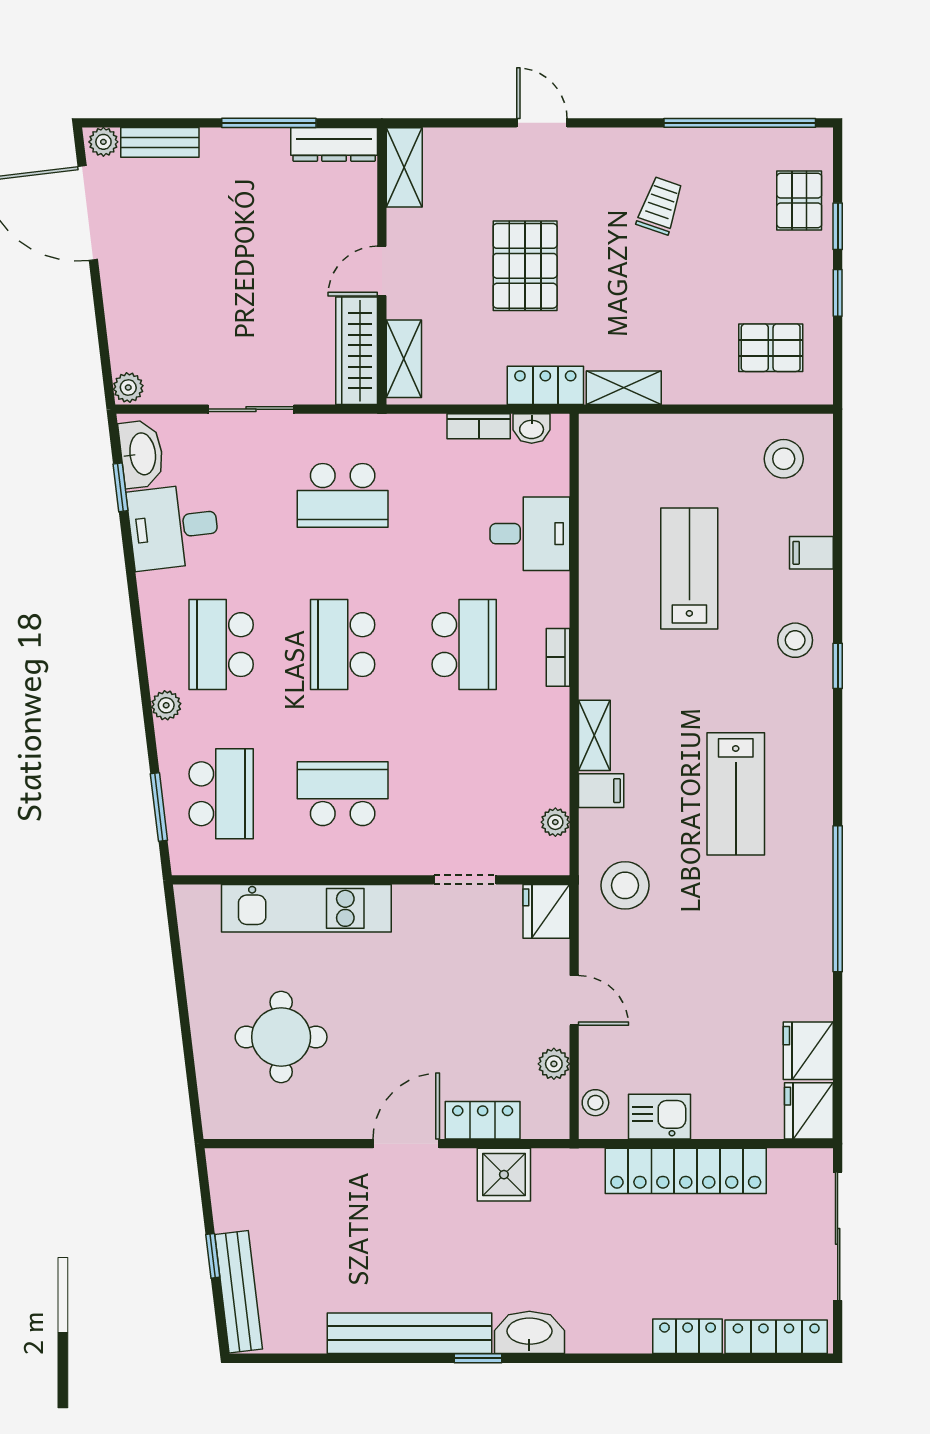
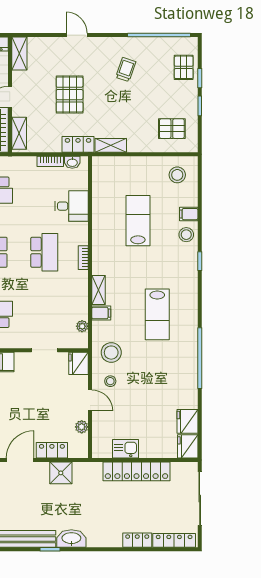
stool: (795, 640) -> (186, 235), moved
stool: (595, 1103) -> (110, 381), moved

